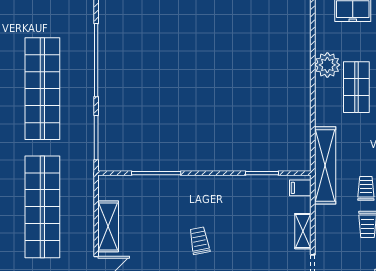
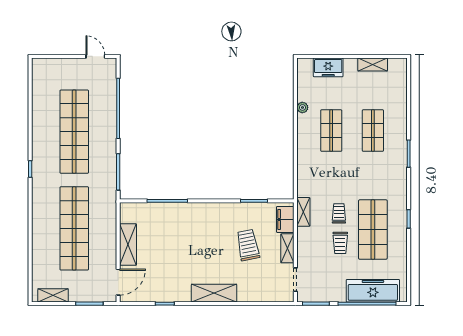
plant: (327, 65) -> (302, 107), width x0.53, depth x0.53
shelving: (325, 165) -> (303, 212), width x0.45, depth x0.75
filing cabinet: (300, 188) -> (285, 219), width x2.00
trolley: (199, 241) -> (248, 245), moved, width x1.36, depth x1.39

